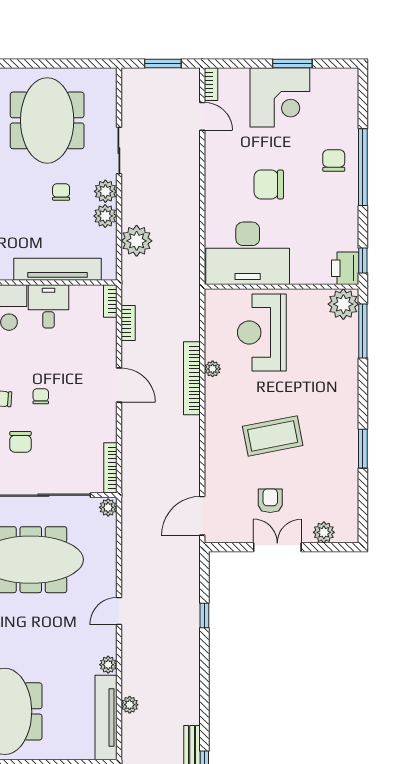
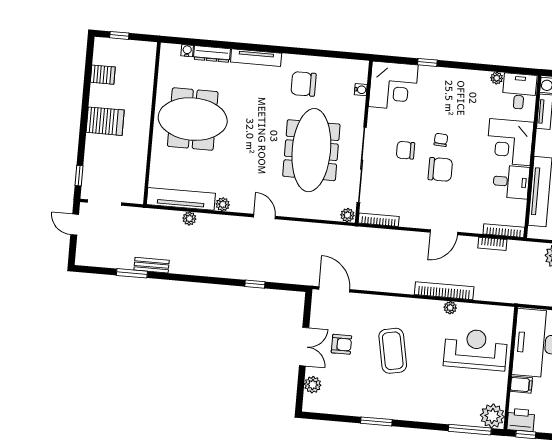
filing cabinet: (301, 271) -> (521, 385), added
bookcase: (110, 301) -> (504, 231), width x1.56
chair: (41, 396) -> (440, 169), width x1.87, depth x1.87

